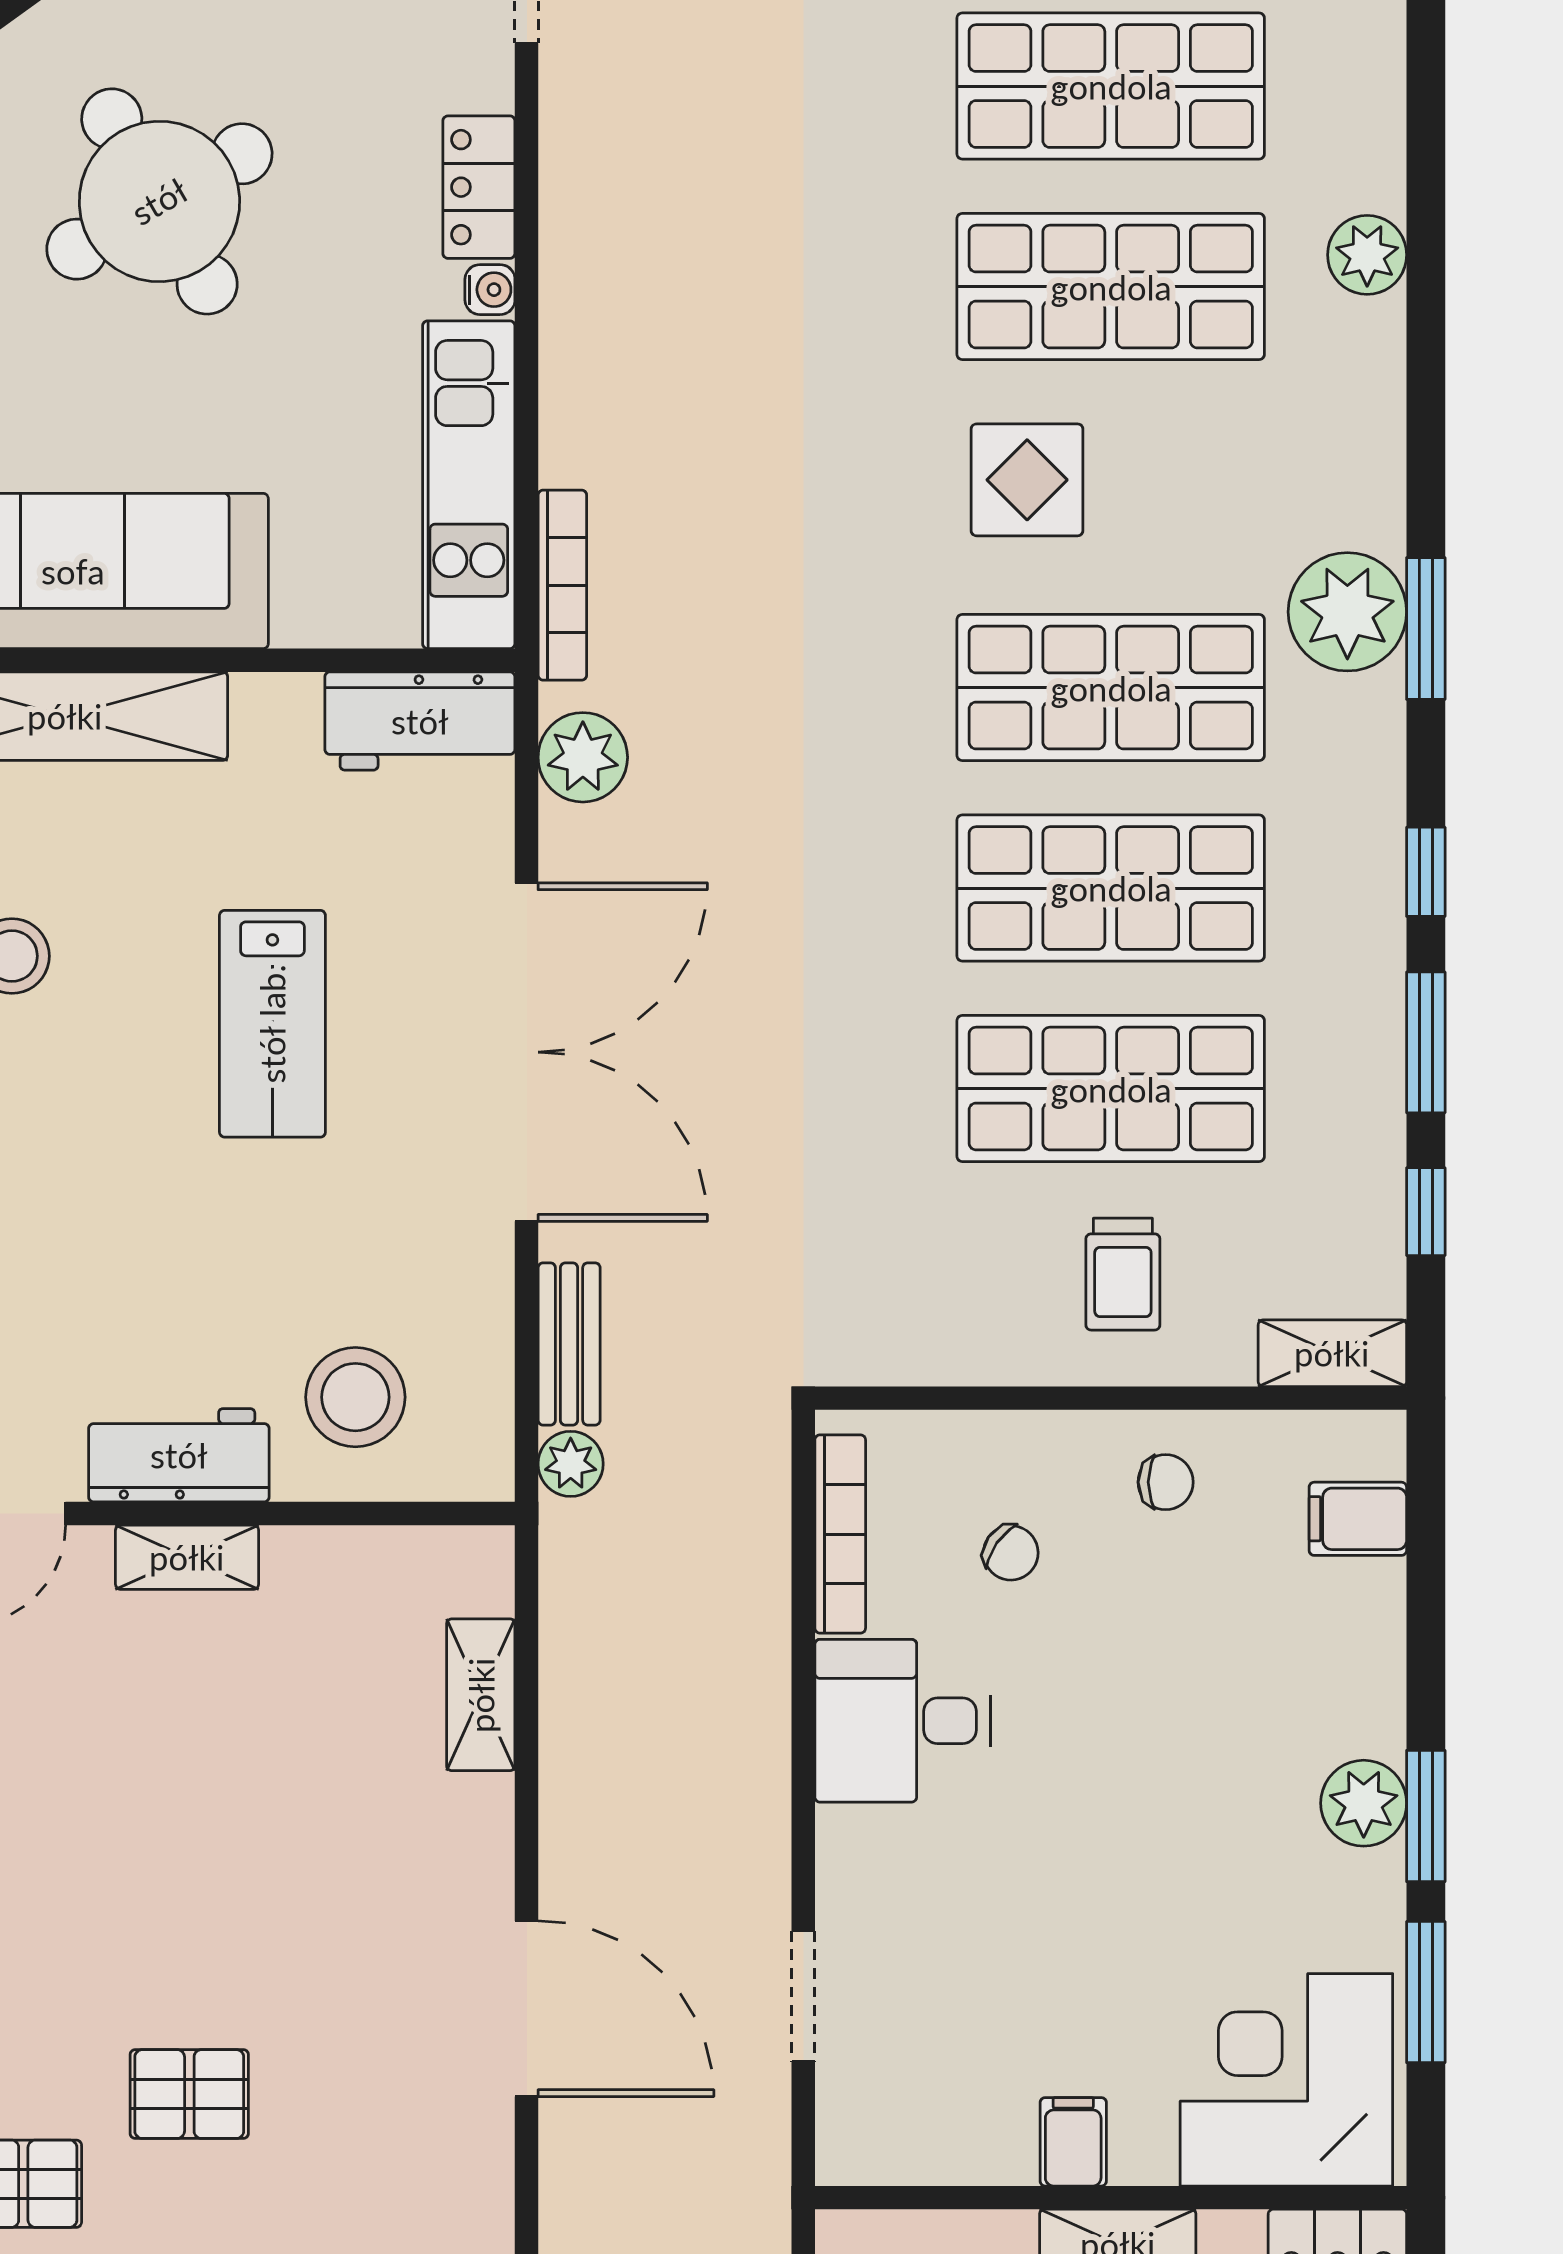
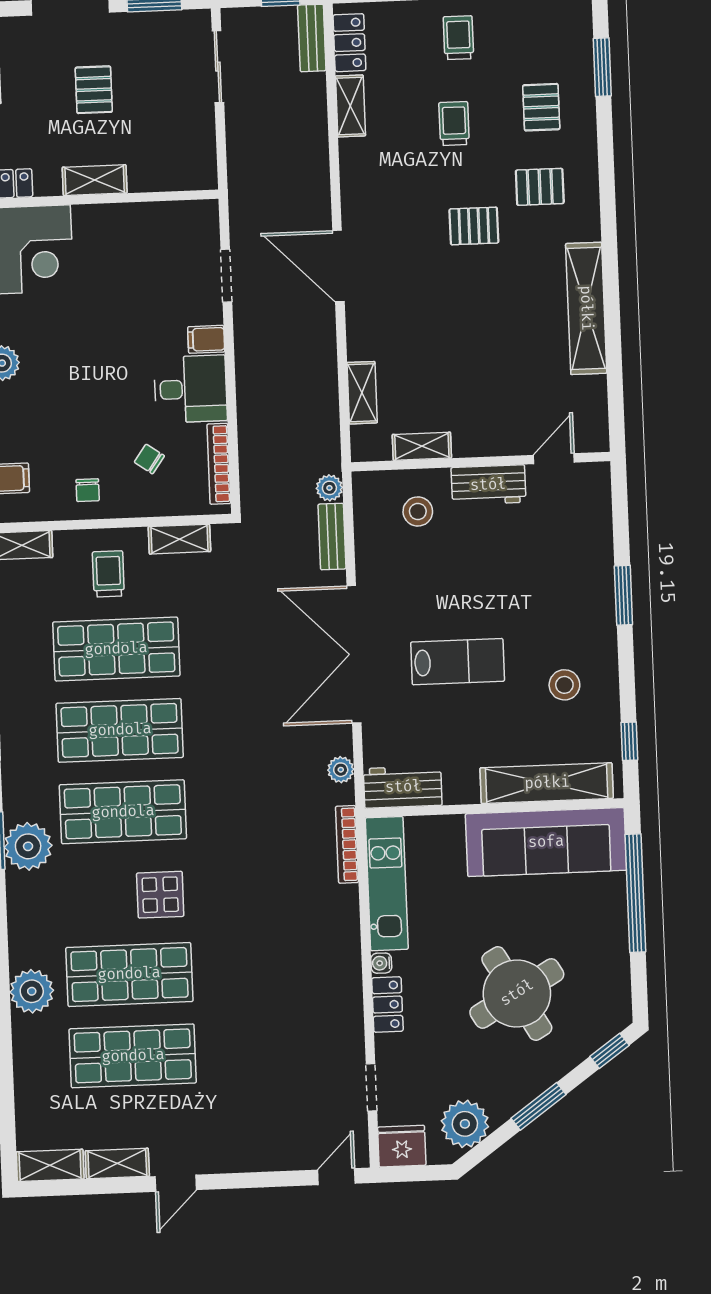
plant: (1367, 255) -> (32, 991), width x1.36, depth x1.36
plant: (583, 757) -> (341, 770), width x0.73, depth x0.73
lab bench: (272, 1024) -> (458, 662), turned 90
shelving: (945, 1353) -> (179, 539), added
stool: (355, 1397) -> (418, 511), width x0.73, depth x0.73
chair: (1166, 1482) -> (88, 490), turned -90
shelving: (187, 1557) -> (422, 446), moved
filing cabinet: (1073, 2142) -> (206, 339), moved, turned 90

